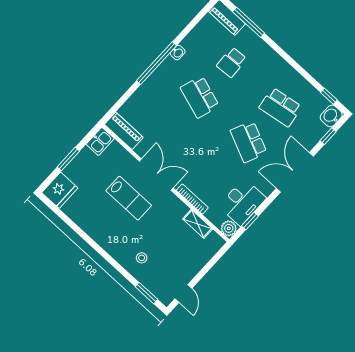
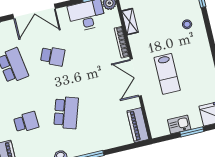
kitchen sink: (100, 141) -> (179, 124), moved
school desk: (249, 142) -> (53, 56), width x0.54
lab bench: (129, 198) -> (167, 74), turned 180

